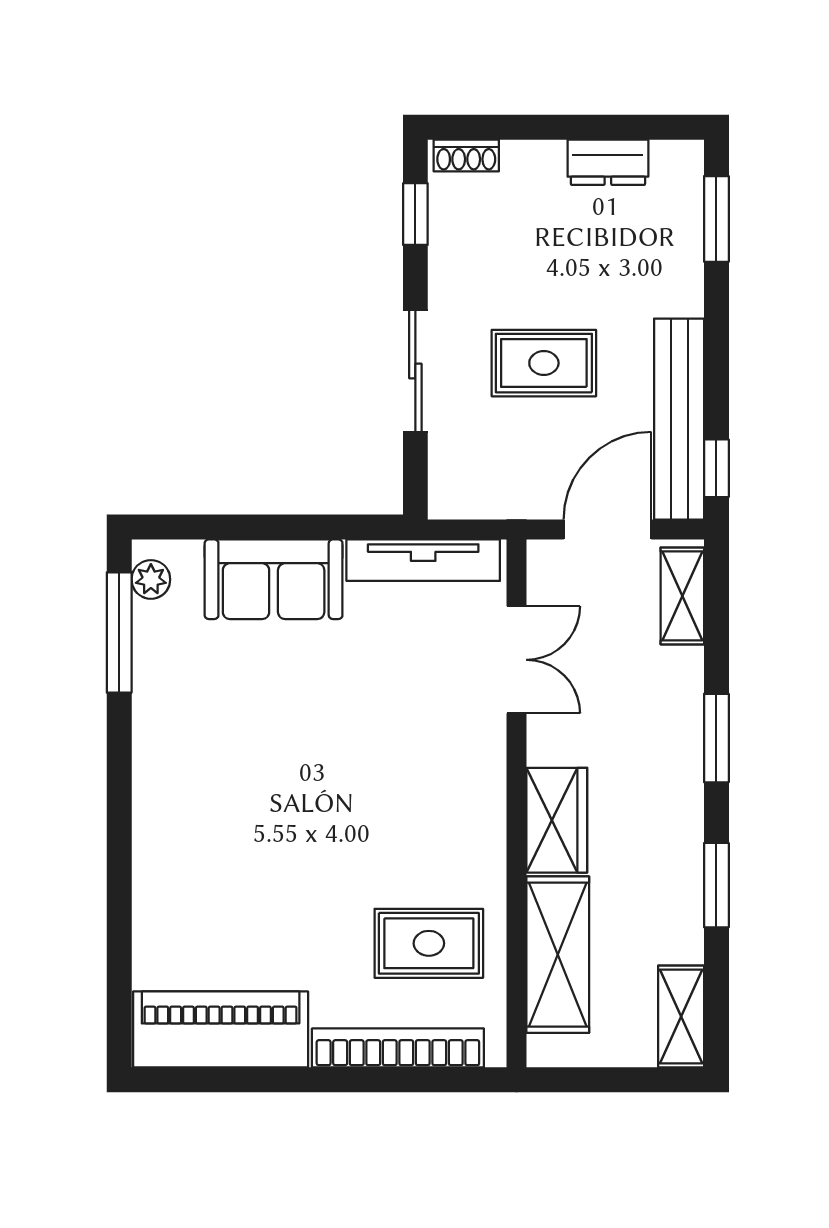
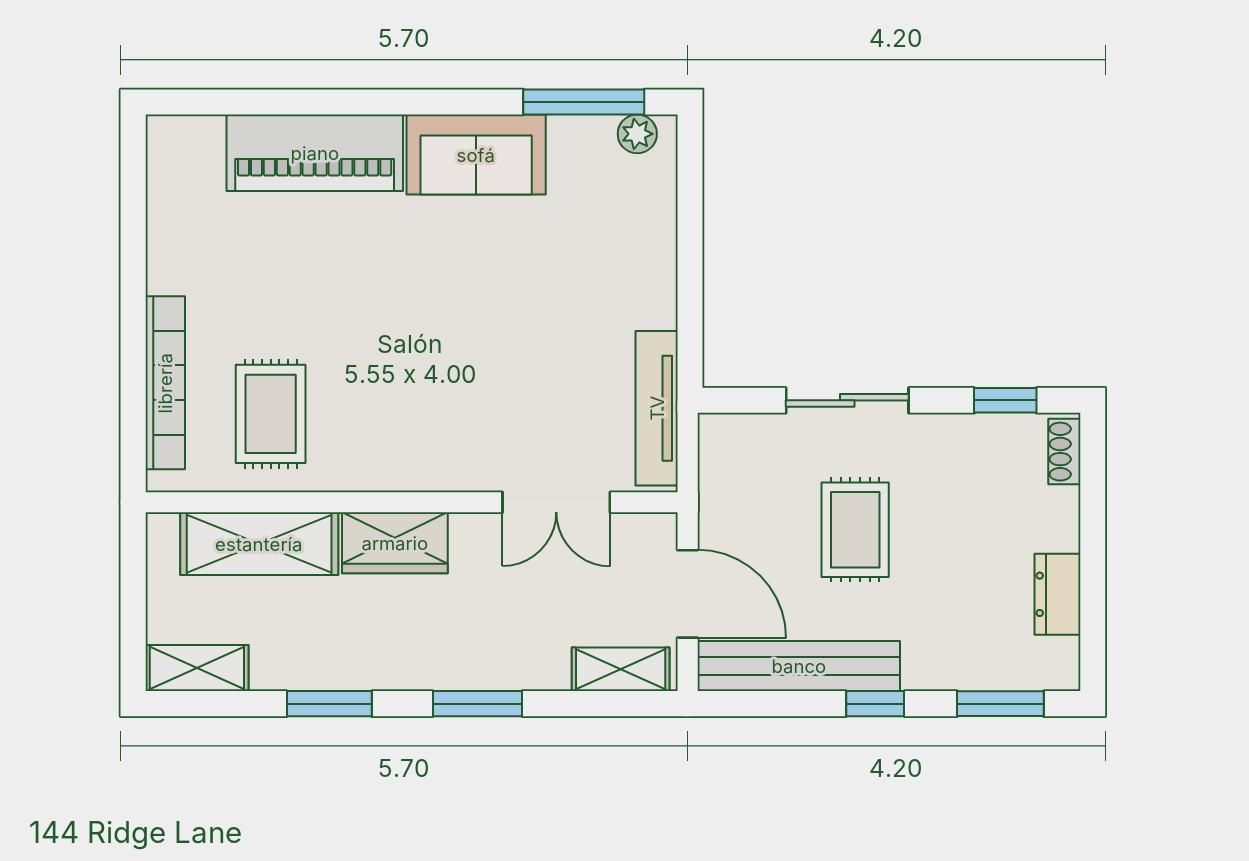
window: (716, 468) -> (875, 704), moved
sofa: (274, 579) -> (476, 155), moved, turned -90
piano: (221, 1029) -> (315, 153), moved, turned 90

